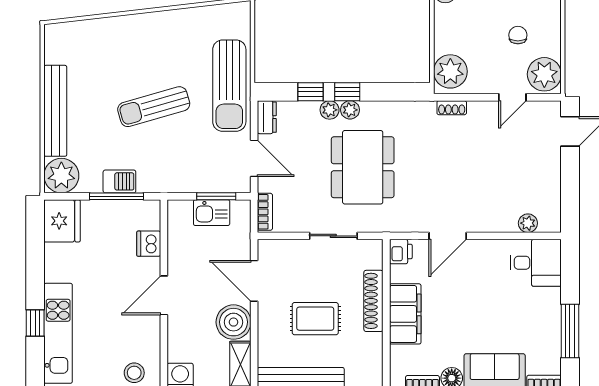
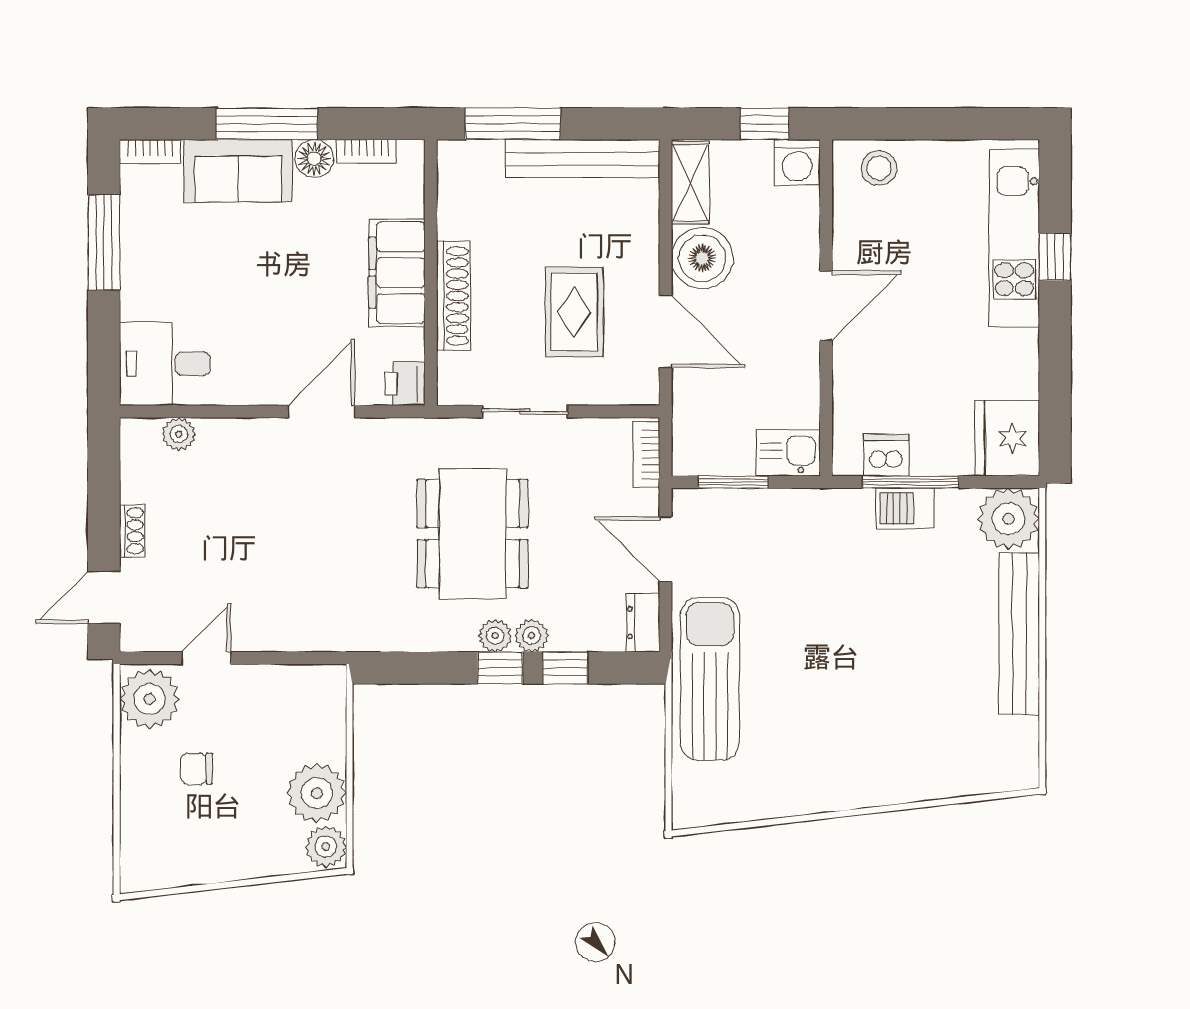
chair: (518, 35) -> (196, 769), turned 90
plant: (450, 71) -> (317, 793), moved
sun lounger: (154, 107) -> (844, 641), removed
shoe rack: (452, 108) -> (132, 531), moved, turned 90
kitchen sink: (212, 213) -> (788, 453), moved
dishwasher: (149, 244) -> (886, 455), moved, turned -90
rug: (315, 319) -> (574, 312), moved, turned 90

